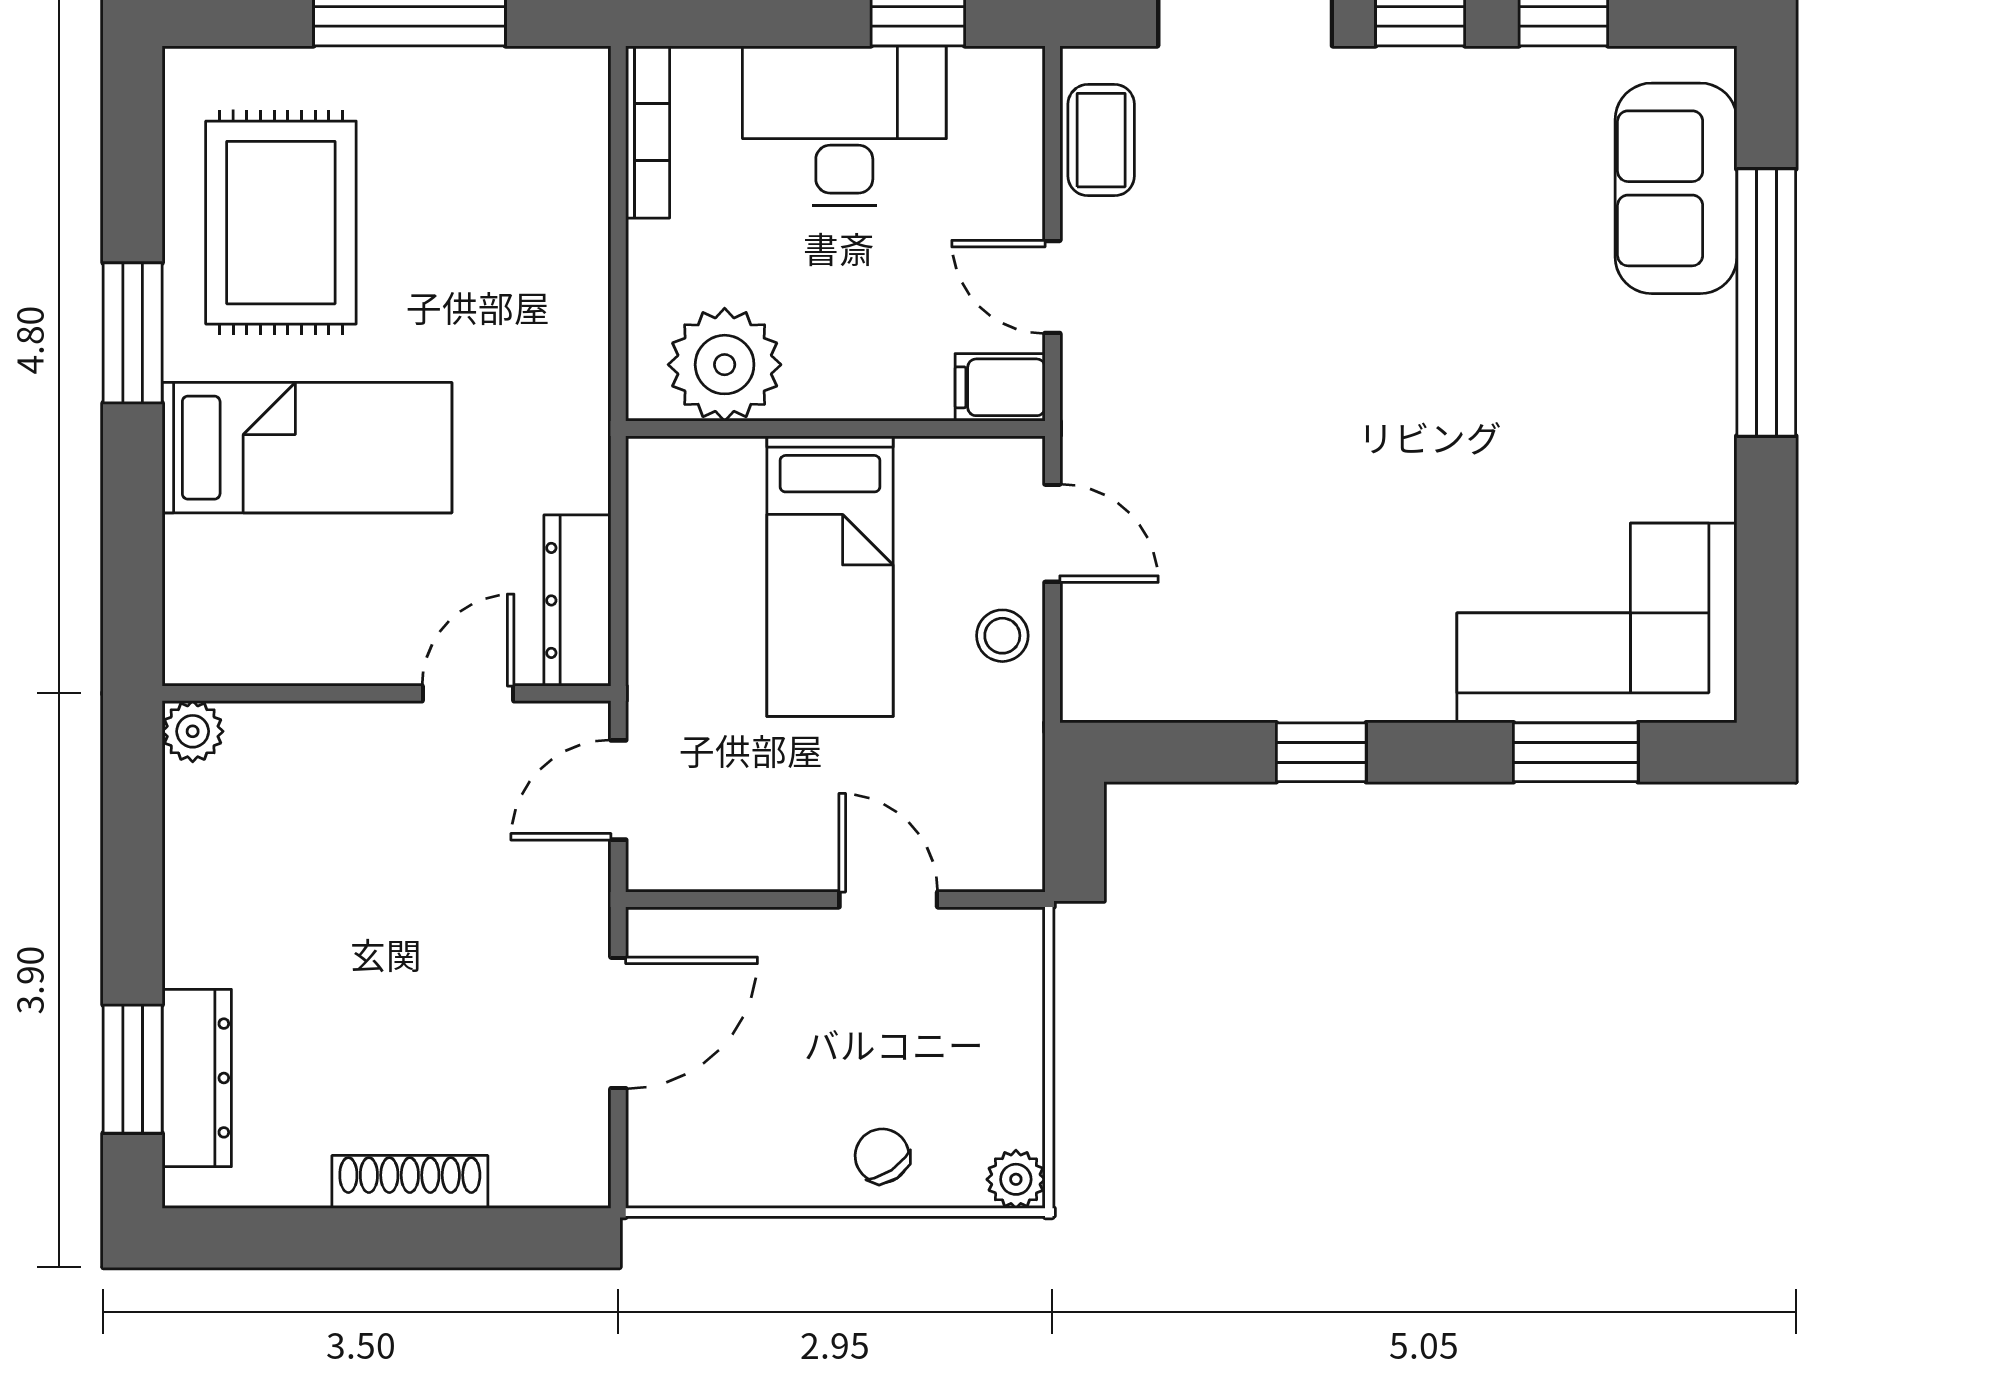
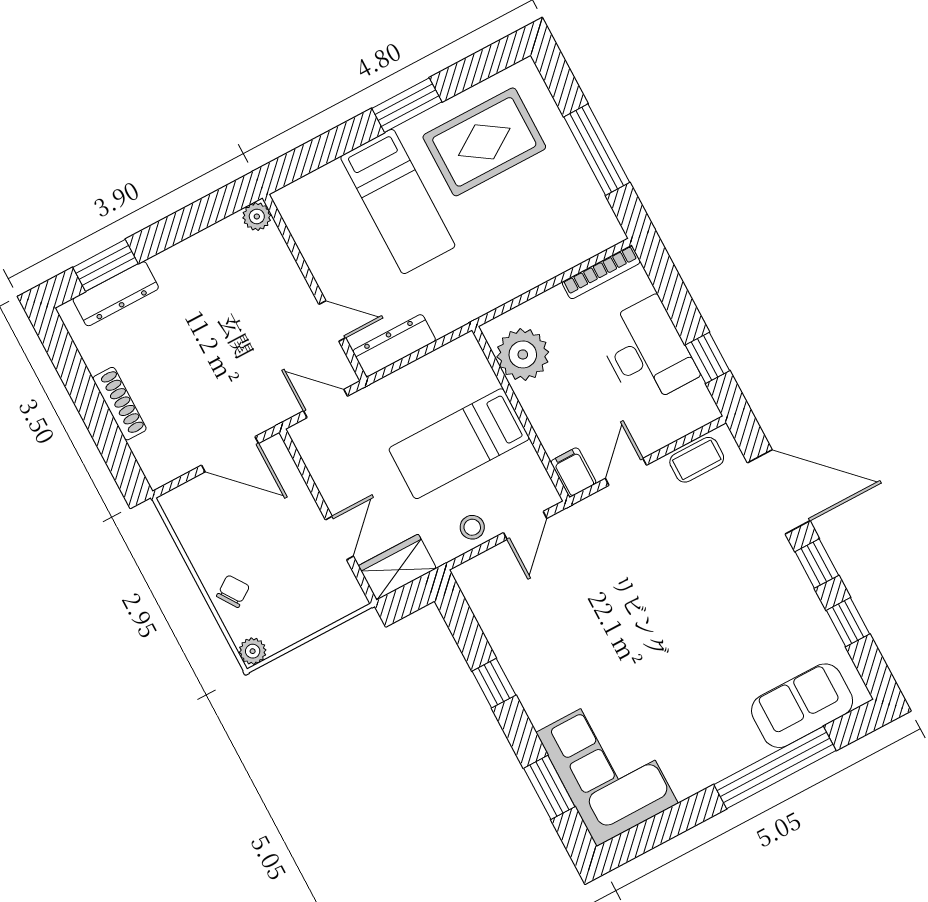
wardrobe: (1002, 819) -> (397, 567), added

